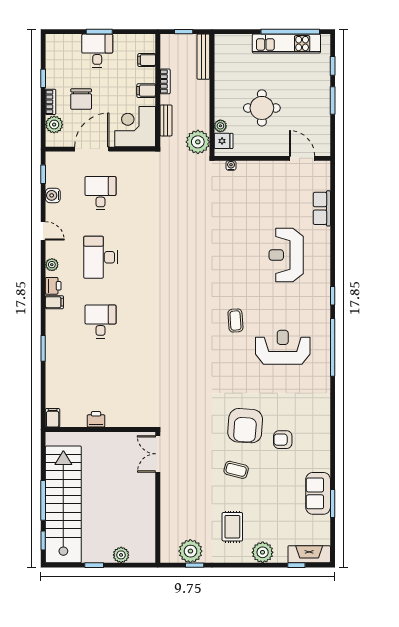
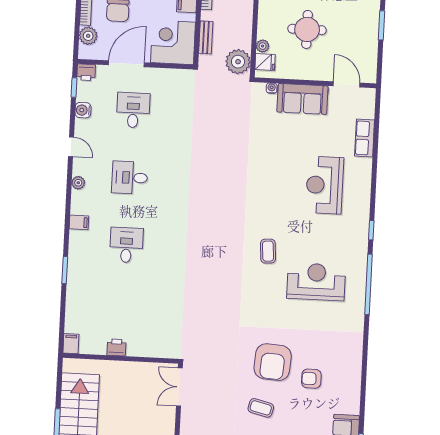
sofa: (261, 174) -> (302, 99), added
desk: (100, 257) -> (130, 178), width x0.73
printer: (53, 286) -> (86, 72), moved, turned 90

